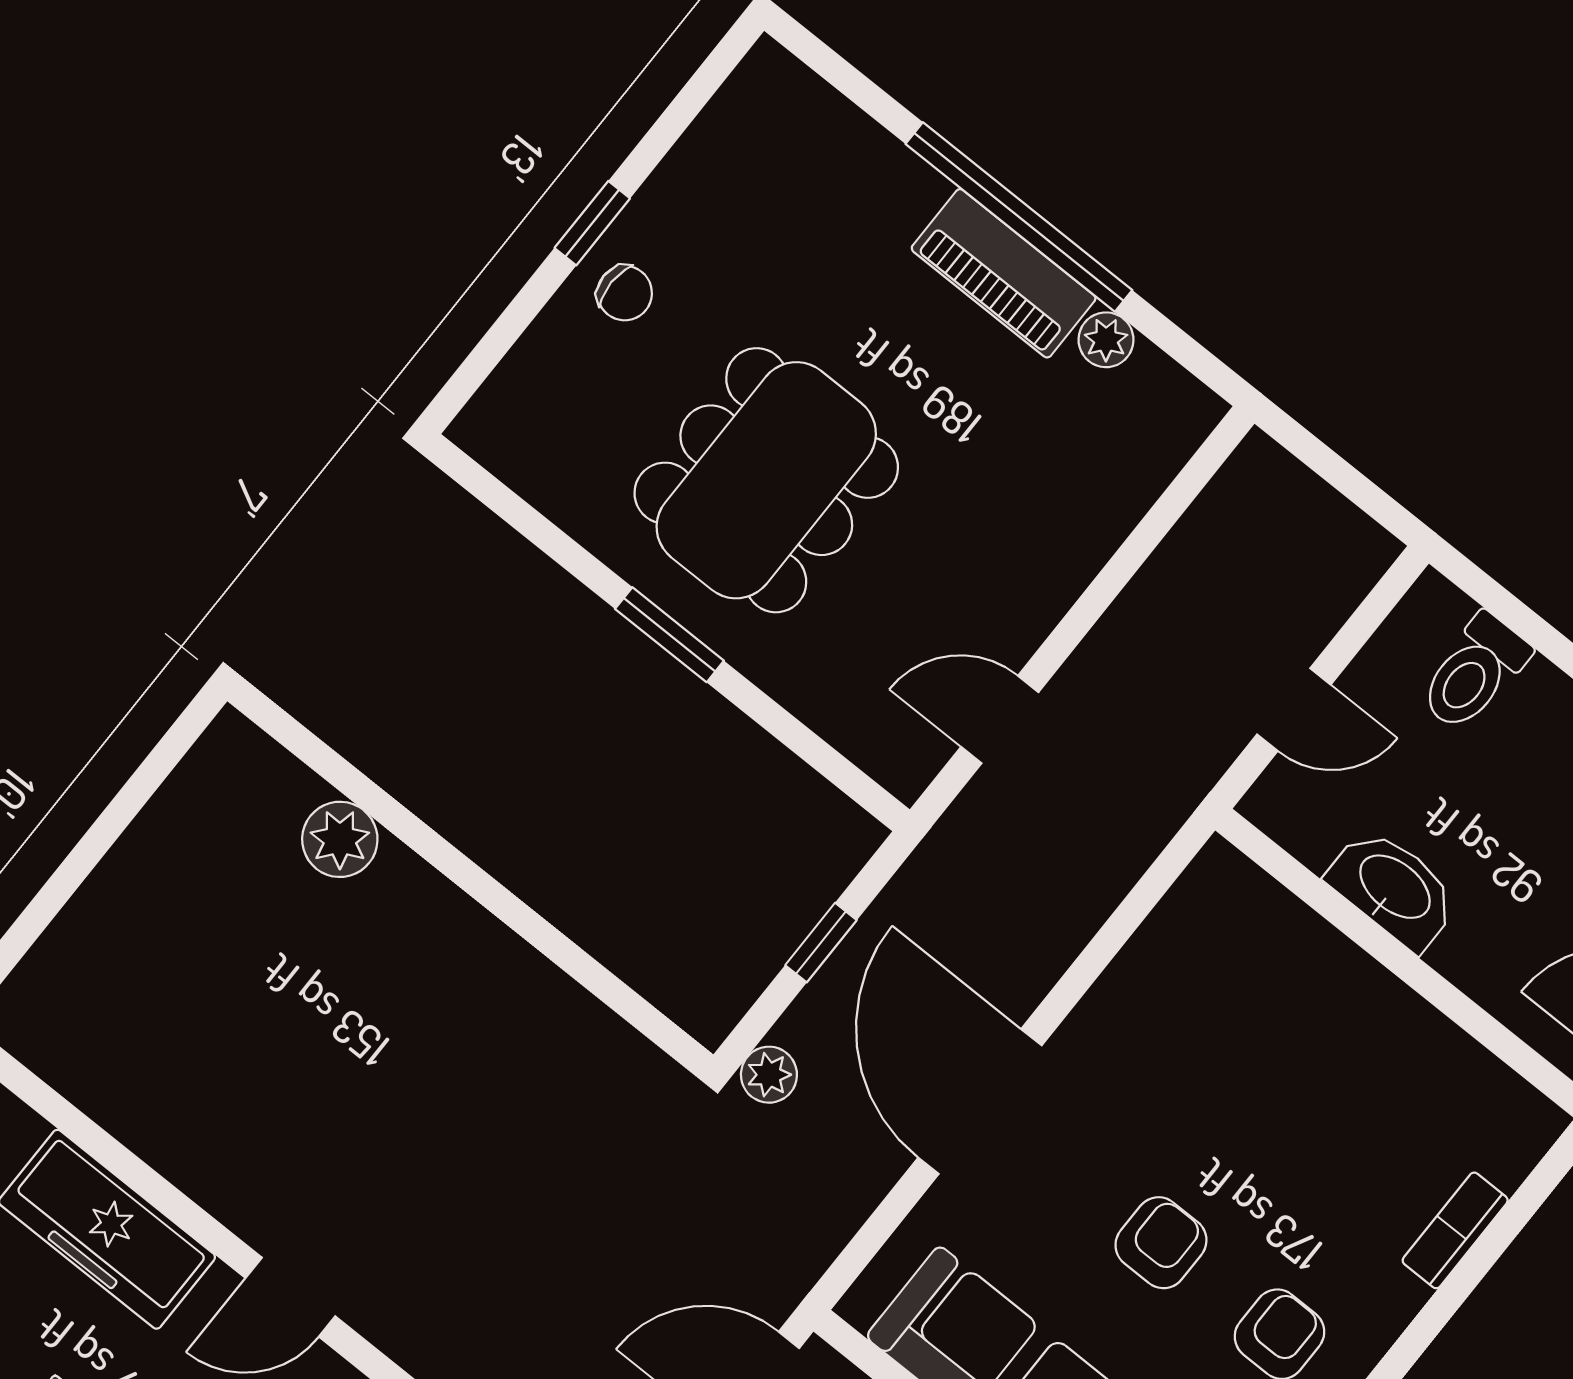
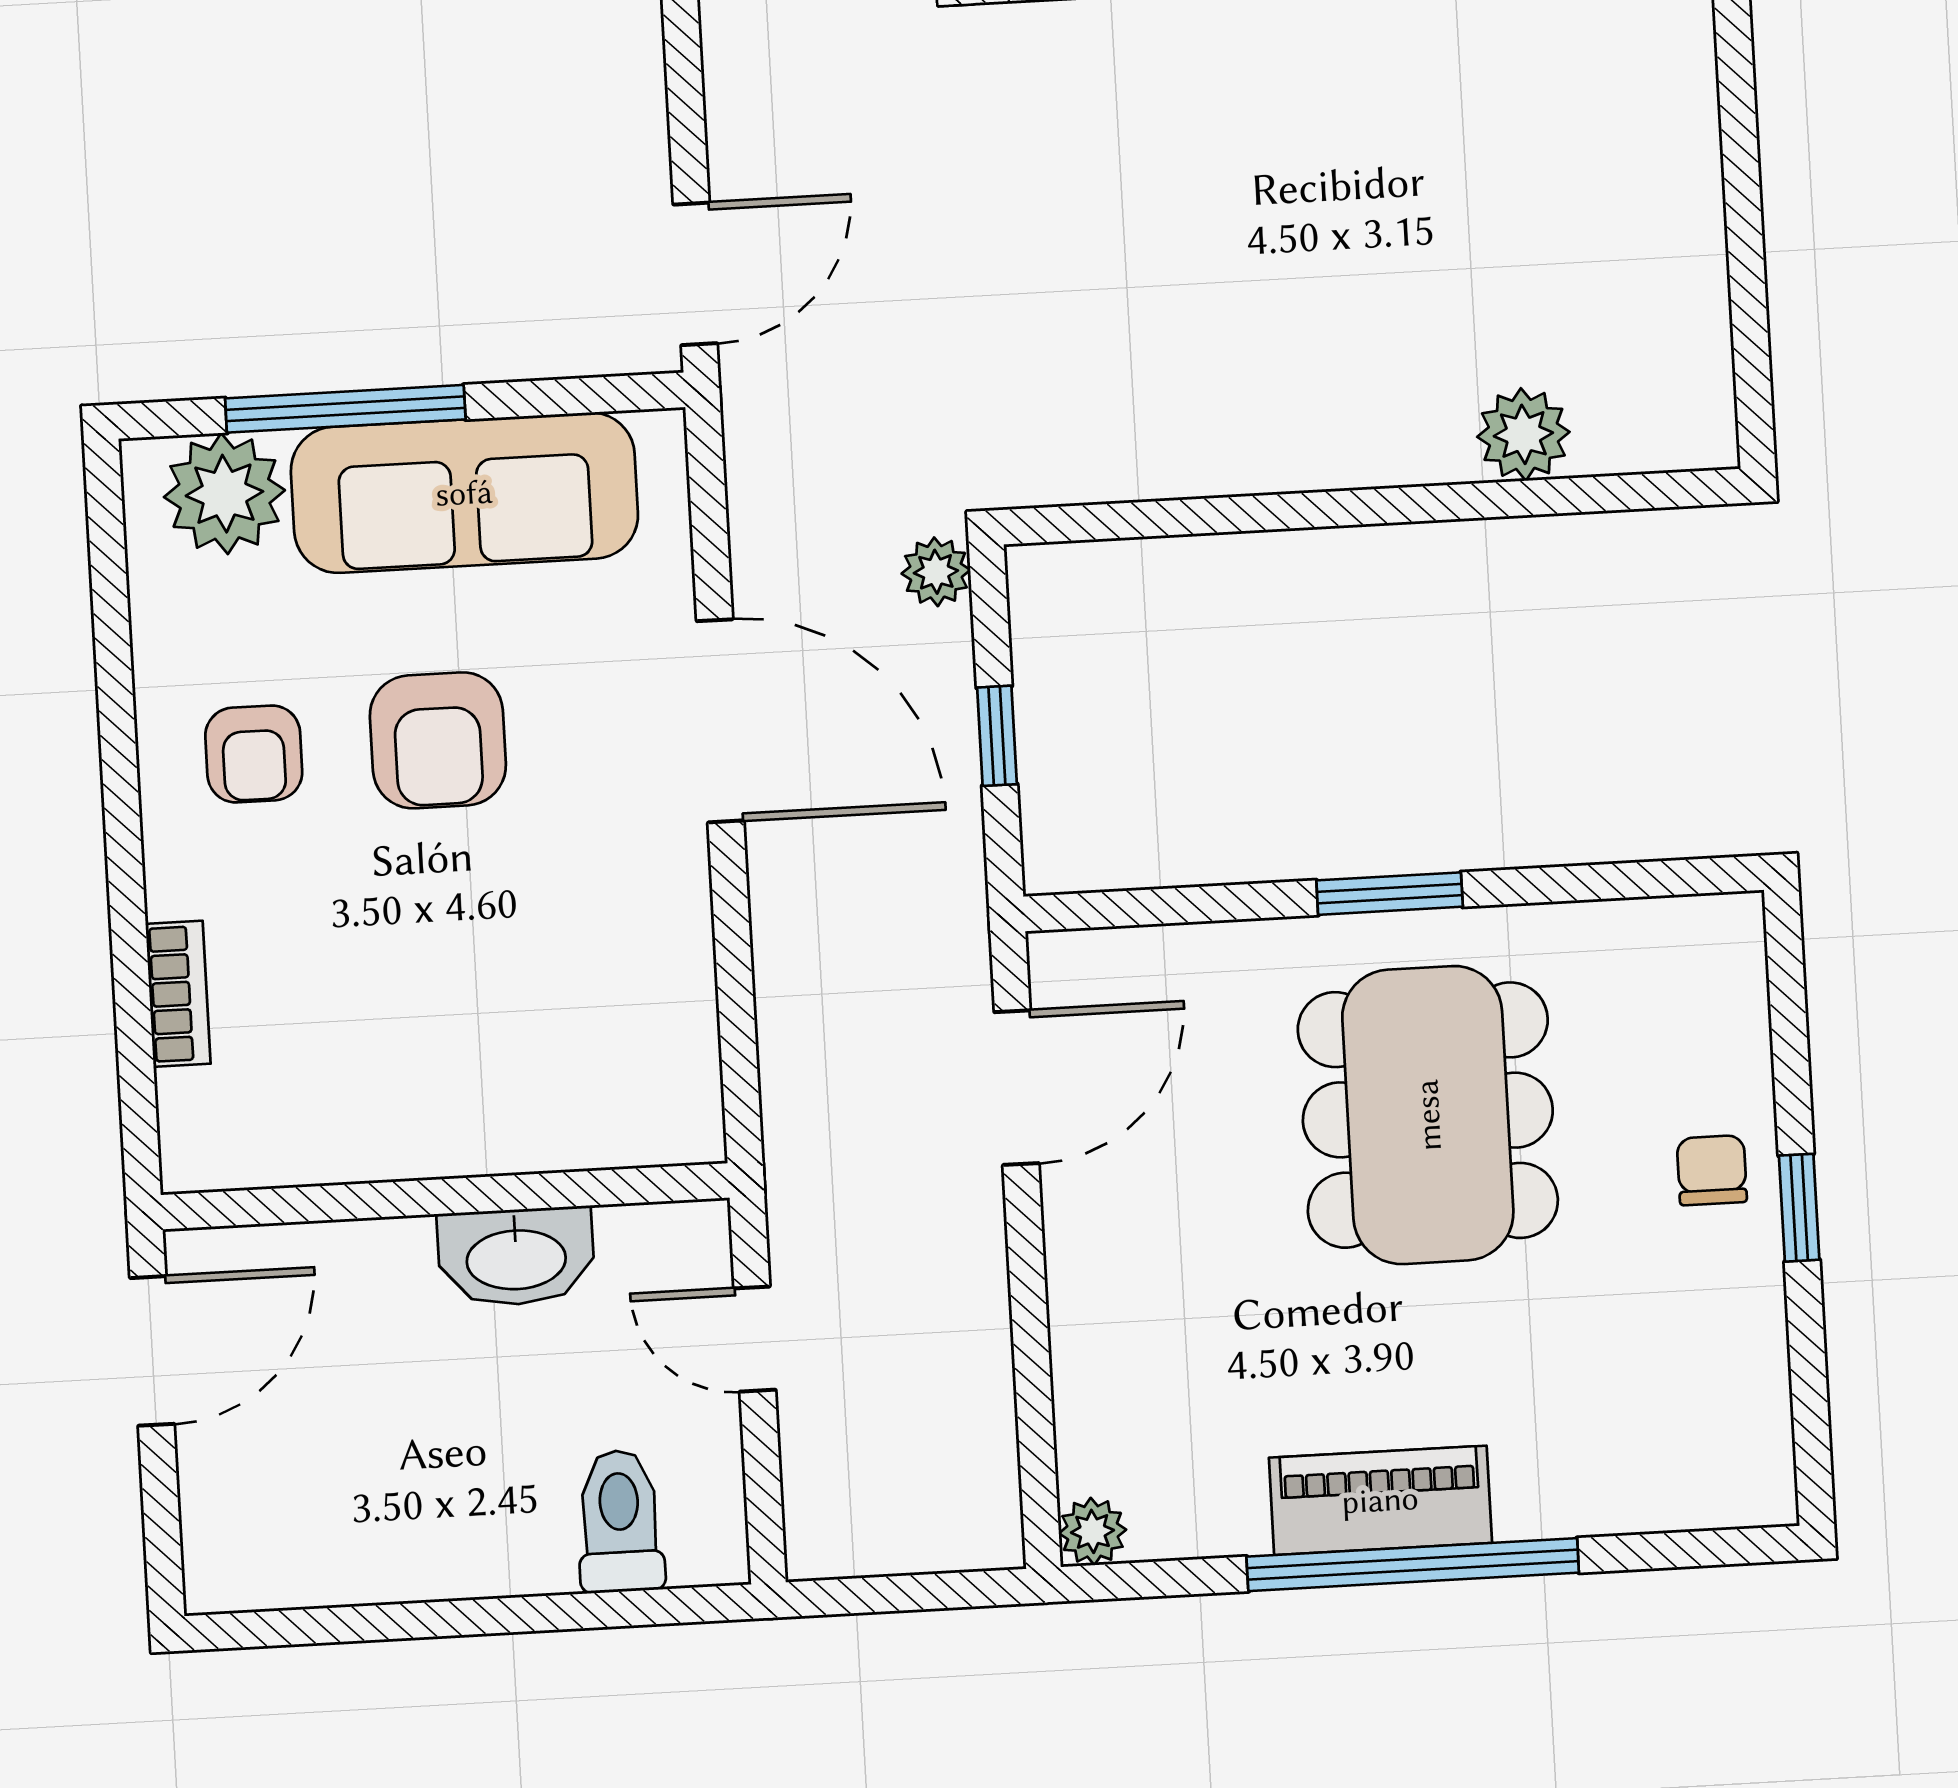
chair: (625, 293) -> (1712, 1170), turned 90
plant: (1106, 340) -> (1093, 1531), moved
door: (1294, 710) -> (755, 1339), hinge flipped
door: (1000, 720) -> (1017, 1088), width x1.38
armchair: (1161, 1243) -> (438, 740), width x1.38, depth x1.38

